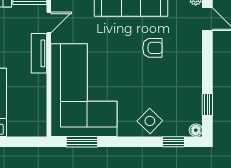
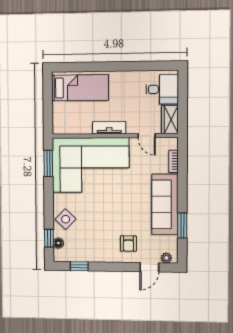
armchair: (152, 48) -> (128, 244), moved
tv unit: (39, 53) -> (109, 128), moved
floor lamp: (196, 130) -> (58, 243), moved

